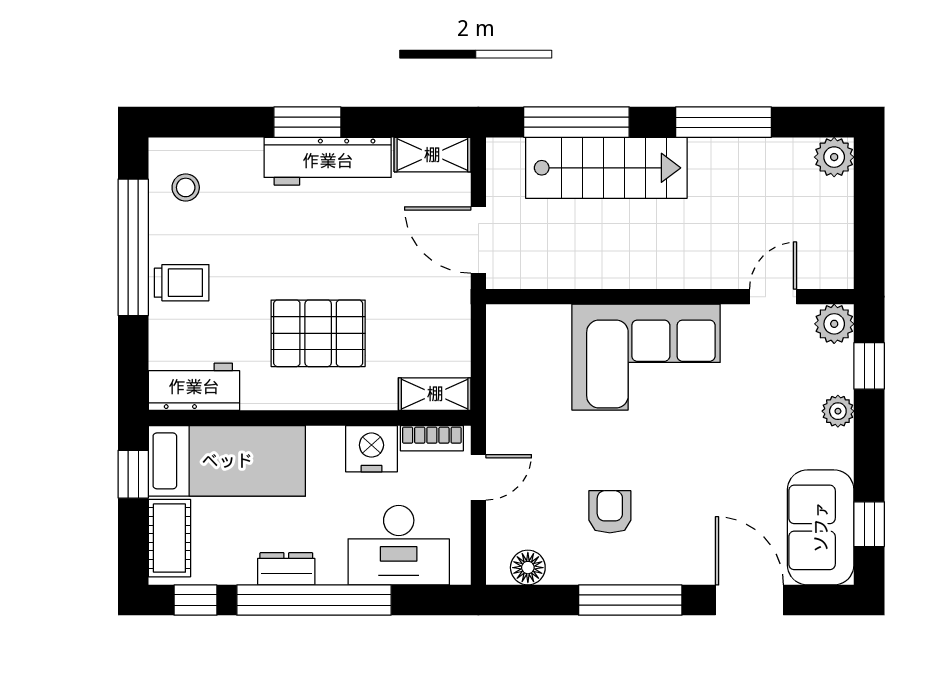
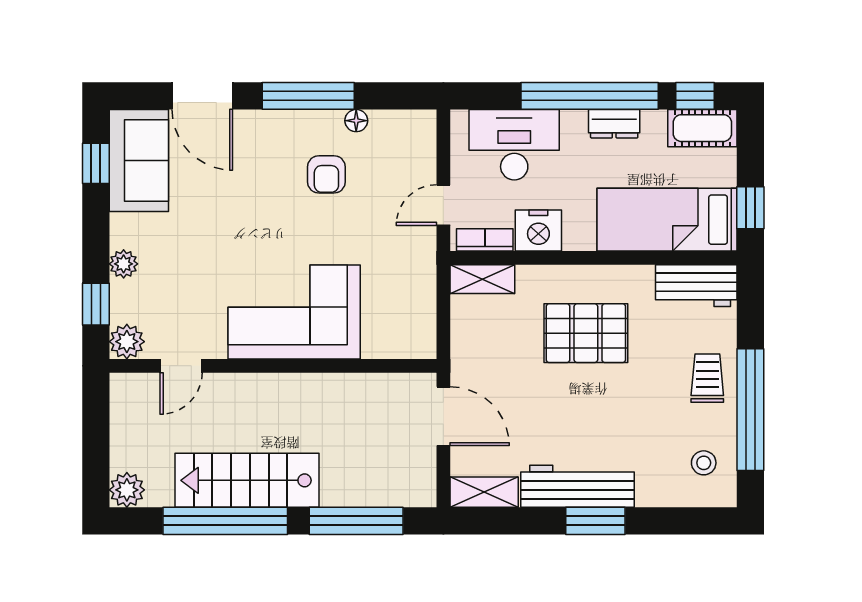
window: (724, 122) -> (225, 521), width x1.46
stairs: (606, 168) -> (247, 480), moved
trolley: (182, 283) -> (707, 378), turned 90
cot: (169, 538) -> (702, 128), moved, turned 90
floor lamp: (528, 568) -> (356, 121), moved, width x0.73, depth x0.73

